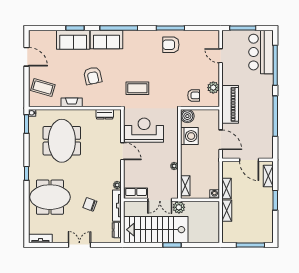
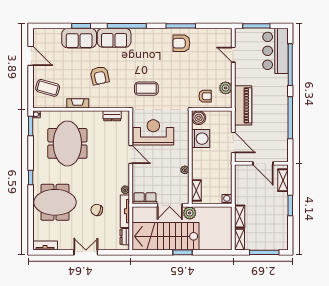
shelving: (227, 189) -> (239, 239), moved

